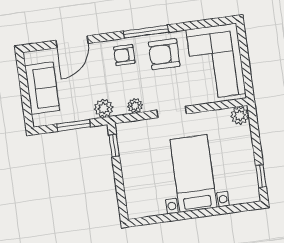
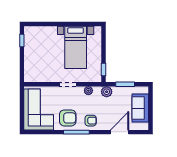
plant: (240, 116) -> (29, 77), removed
bed with nightstands: (193, 173) -> (76, 47), moved

